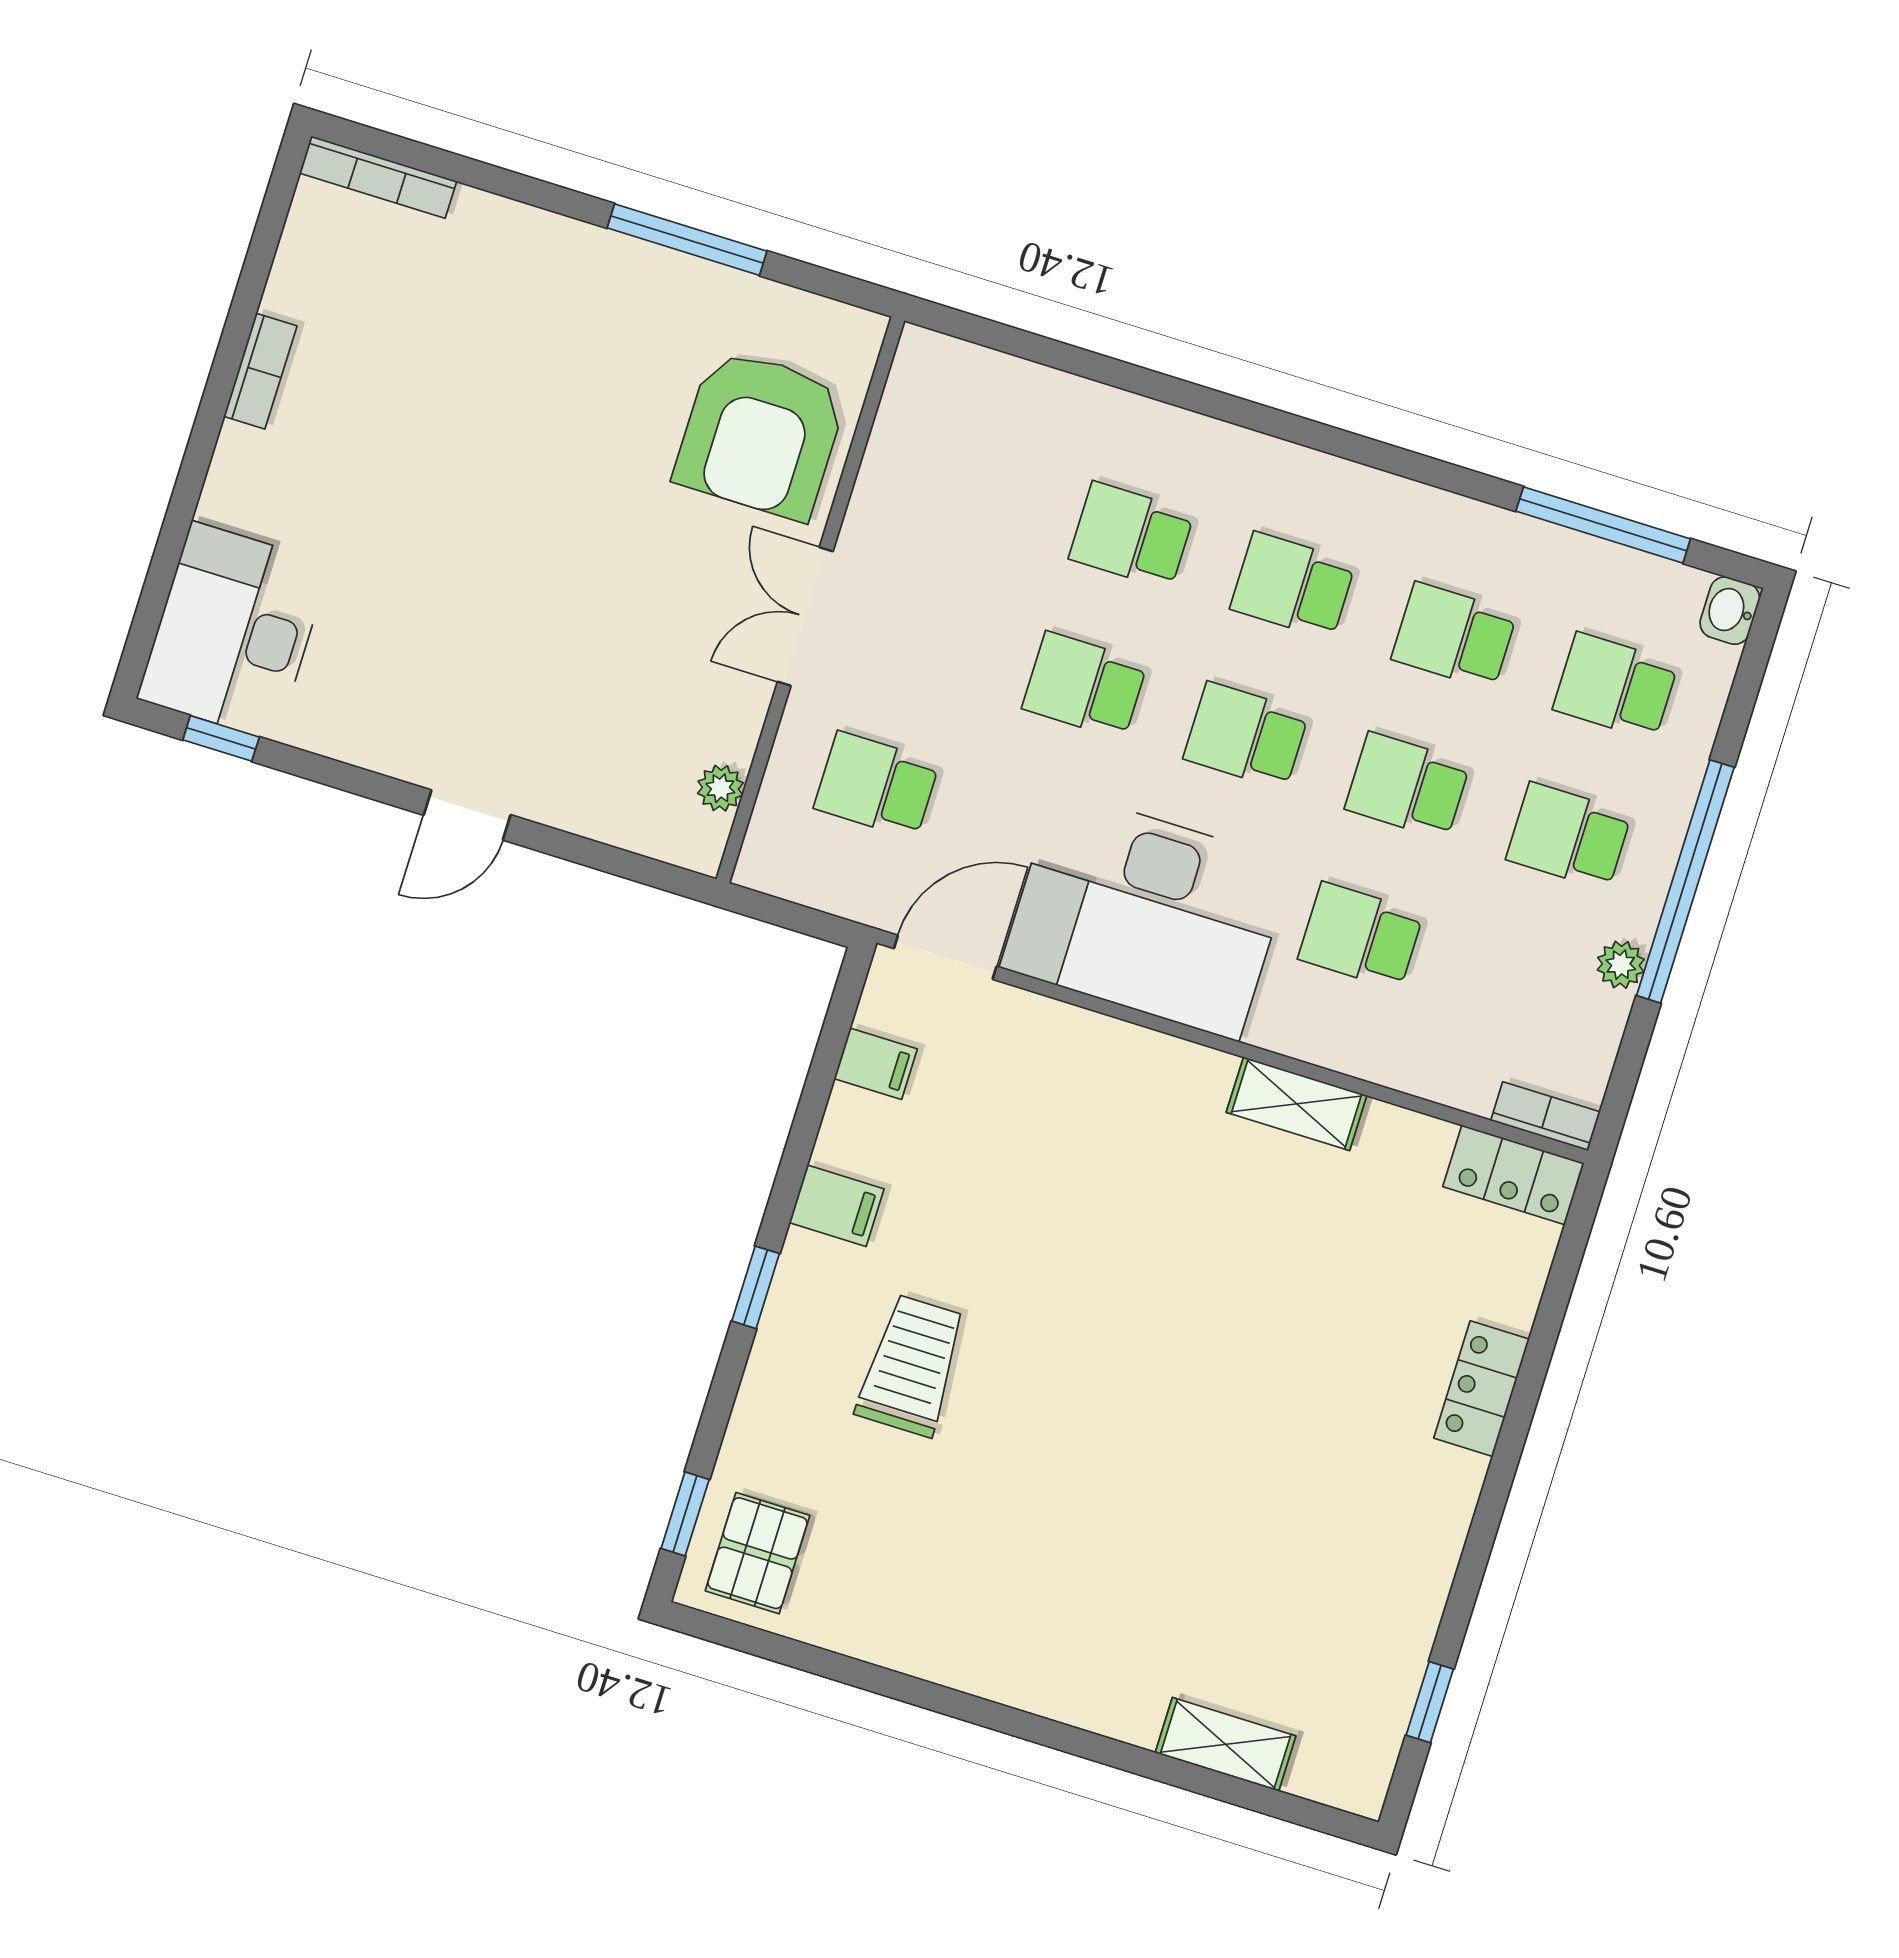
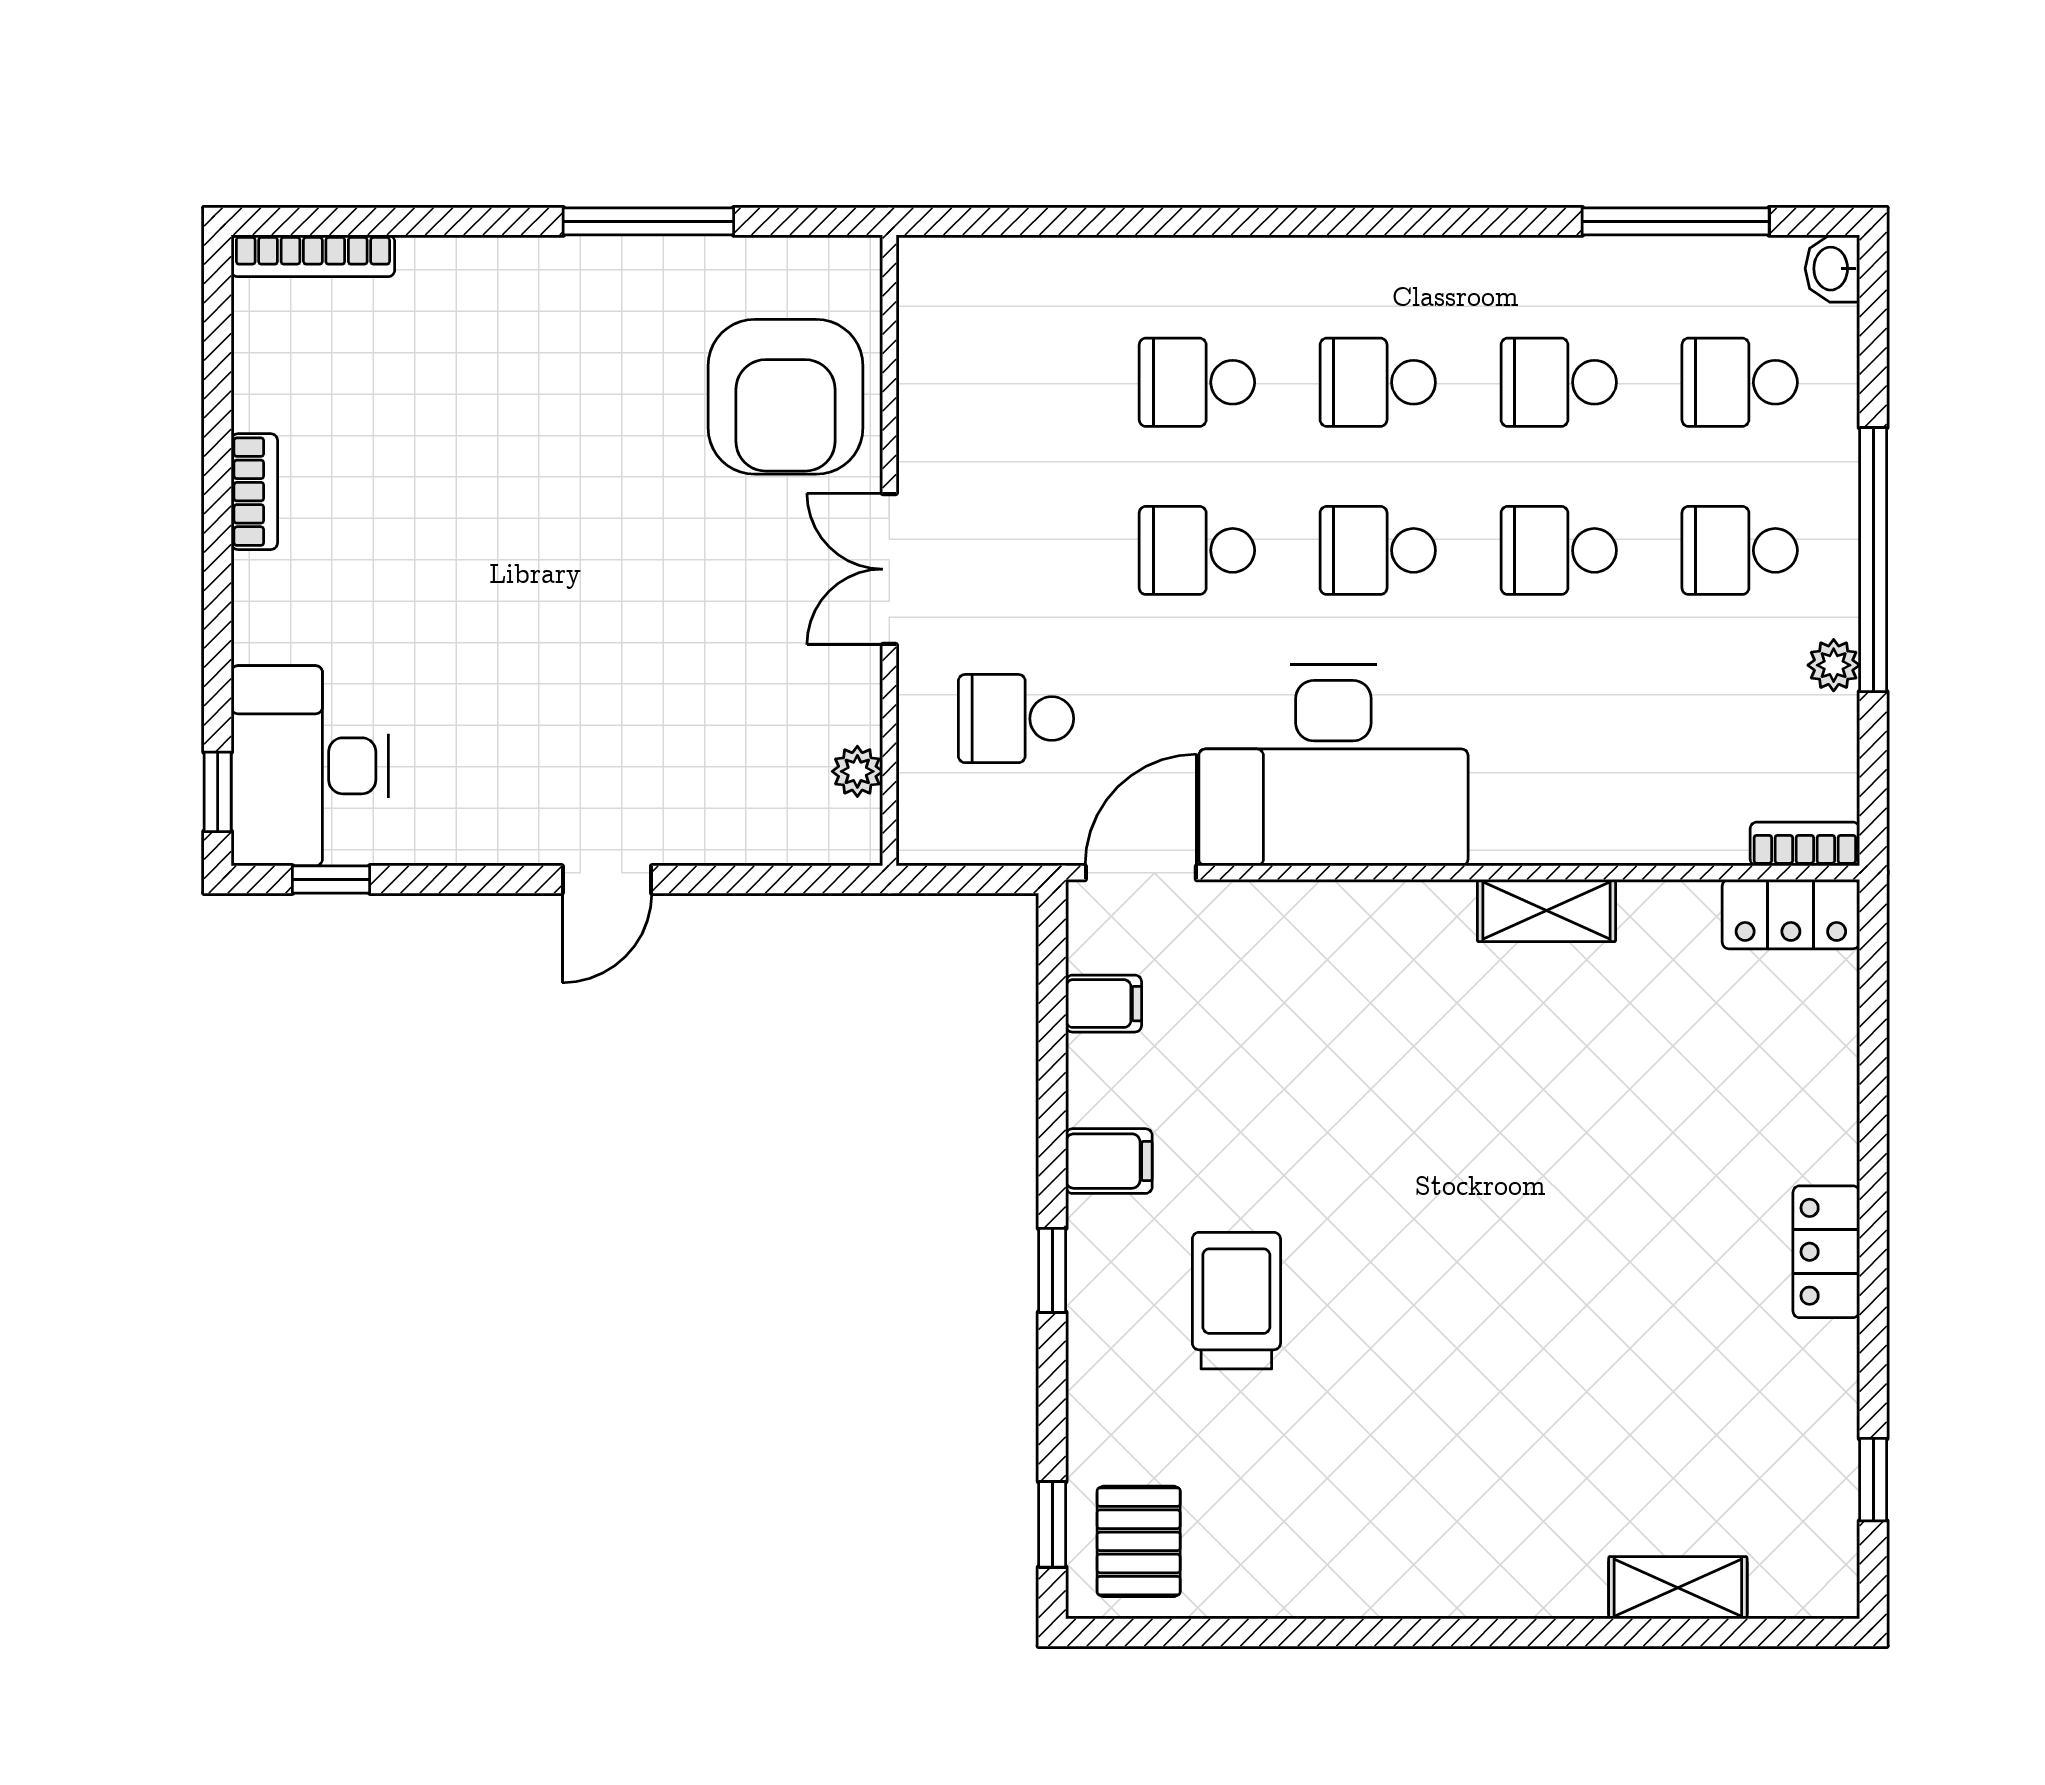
window: (144, 629) -> (218, 792), added
school desk: (1361, 936) -> (1559, 719), removed
locker: (1482, 1389) -> (1826, 1252), moved

